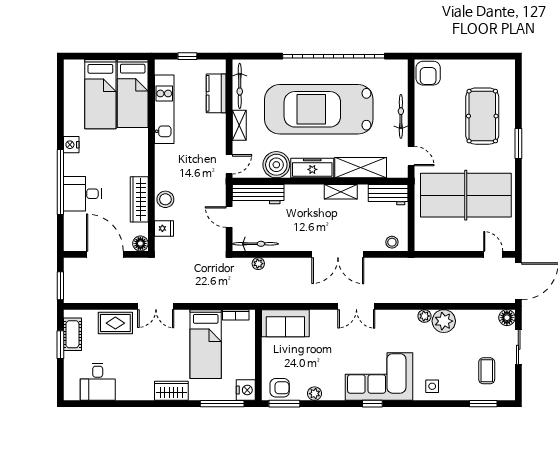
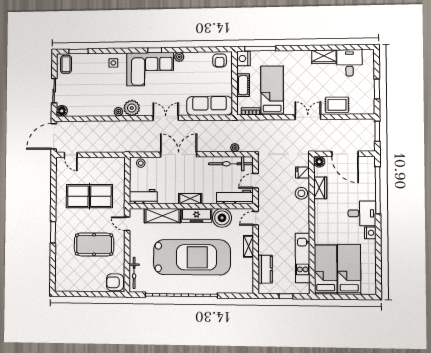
armchair: (428, 73) -> (115, 282), turned -90
bicycle: (240, 86) -> (248, 274), removed
bicycle: (401, 116) -> (134, 273), moved
pool table: (482, 116) -> (94, 244), moved, turned 90
window: (60, 182) -> (378, 190), moved
shelving: (341, 192) -> (190, 199), moved
desk: (82, 194) -> (362, 213), moved
table tennis table: (466, 195) -> (89, 196), width x0.73, depth x0.76
wardrobe: (139, 199) -> (320, 188), width x0.67
door: (229, 217) -> (256, 181), swing flipped
bicycle: (255, 244) -> (231, 164), width x1.37, depth x1.40
plant: (444, 321) -> (132, 108), moved
sofa: (285, 323) -> (209, 106), width x1.36
cot: (72, 334) -> (243, 85), moved
coffee table: (487, 371) -> (66, 64), moved
armchair: (280, 388) -> (220, 60), turned -90
wardrobe: (171, 391) -> (324, 57), moved
plant: (315, 394) -> (179, 57), moved
window: (284, 404) -> (216, 49), removed

